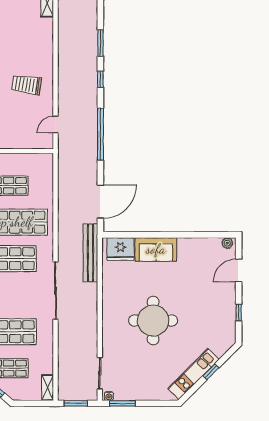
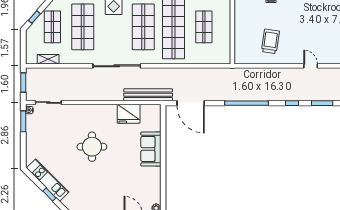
trolley: (27, 85) -> (270, 41), moved
door: (56, 125) -> (311, 66), moved
fridge: (121, 249) -> (129, 114), moved, turned -90
round table: (153, 321) -> (92, 147), width x0.73, depth x0.73
shelving: (48, 388) -> (48, 59), moved

